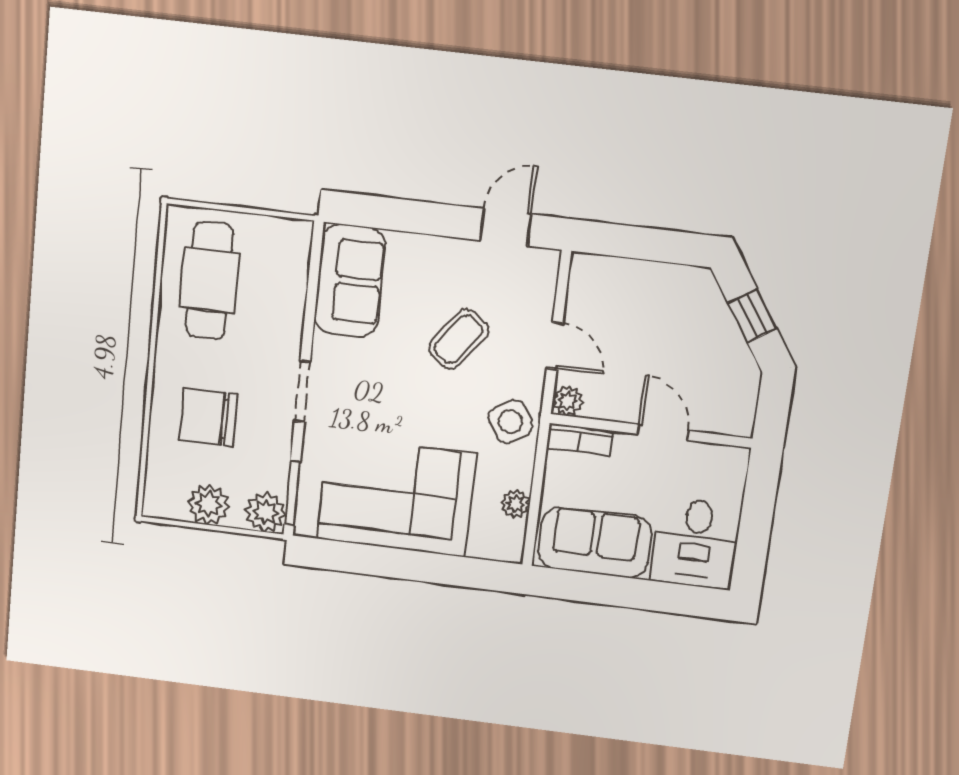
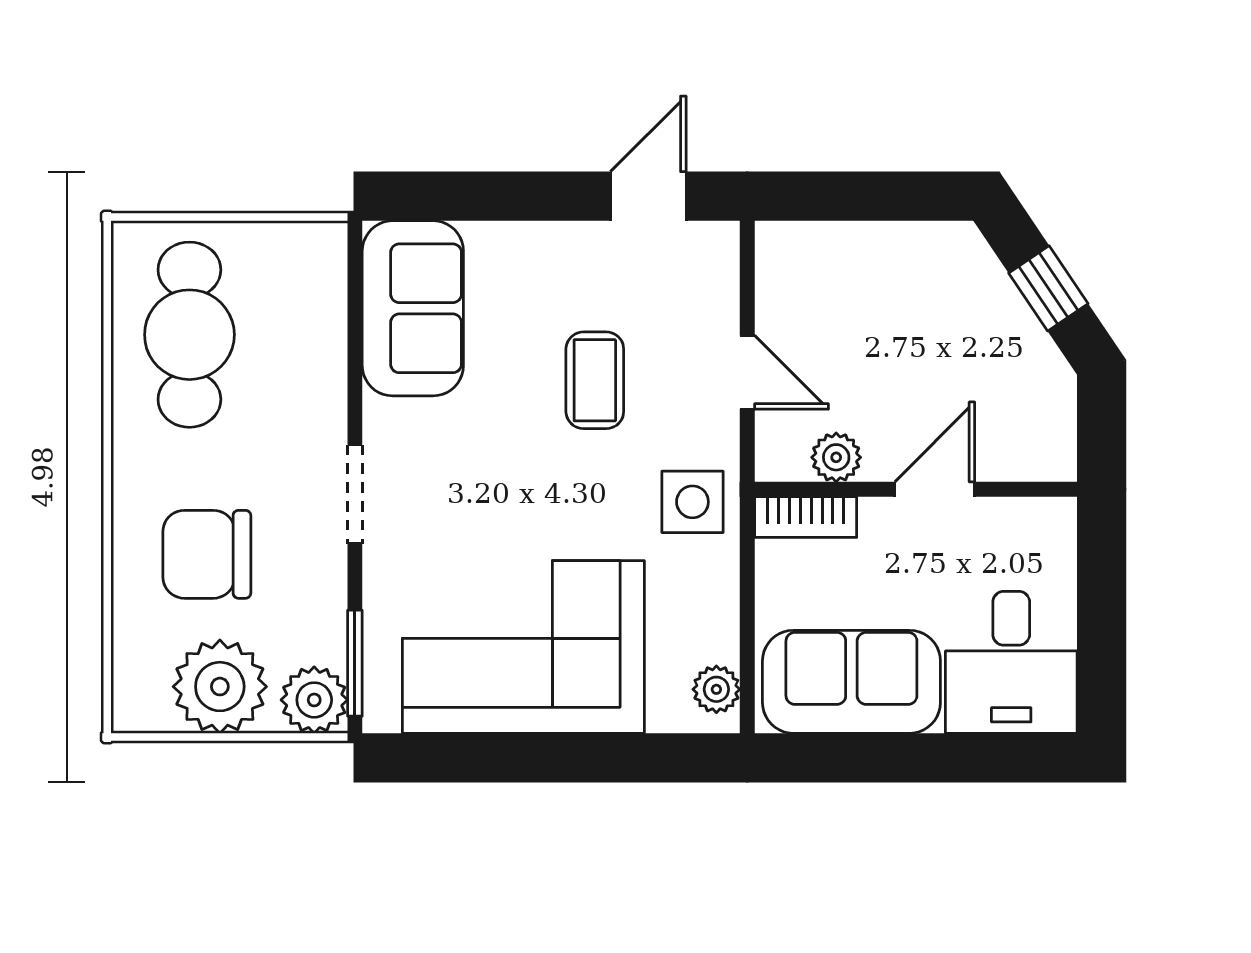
coffee table: (458, 339) -> (595, 380), turned -37
plant: (568, 401) -> (836, 457), moved
side table: (510, 422) -> (692, 502), turned 32
door: (663, 432) -> (935, 489), hinge flipped
plant: (515, 504) -> (716, 689), moved
plant: (208, 505) -> (220, 687), width x1.36, depth x1.36

